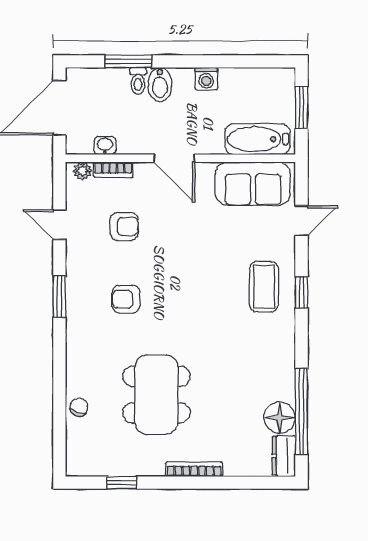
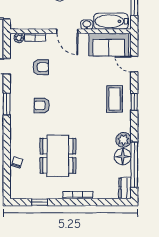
washbasin: (105, 146) -> (87, 25), moved
door: (301, 221) -> (134, 64), swing flipped
plant: (281, 364) -> (124, 140), added
floor lamp: (280, 418) -> (123, 157), moved

